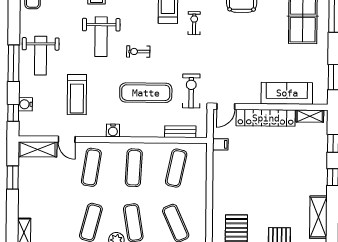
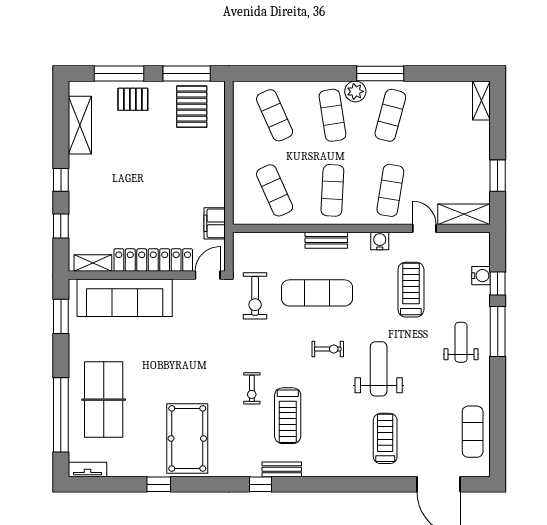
weight bench: (41, 56) -> (461, 342), width x0.73, depth x0.75
sofa: (287, 93) -> (125, 298), width x1.36, depth x1.27
window: (13, 113) -> (498, 283), moved
water cooler: (113, 130) -> (380, 241), moved
bench: (180, 132) -> (326, 240), moved
filing cabinet: (220, 144) -> (215, 223), width x2.00
exercise mat: (176, 168) -> (275, 190), turned -36

